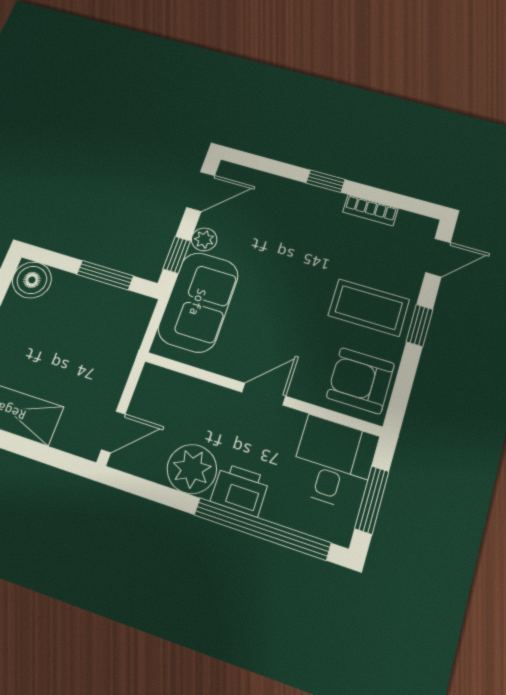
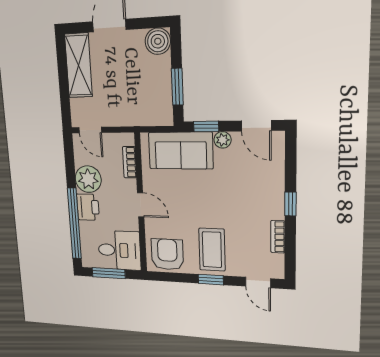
bookcase: (188, 386) -> (130, 162), added

